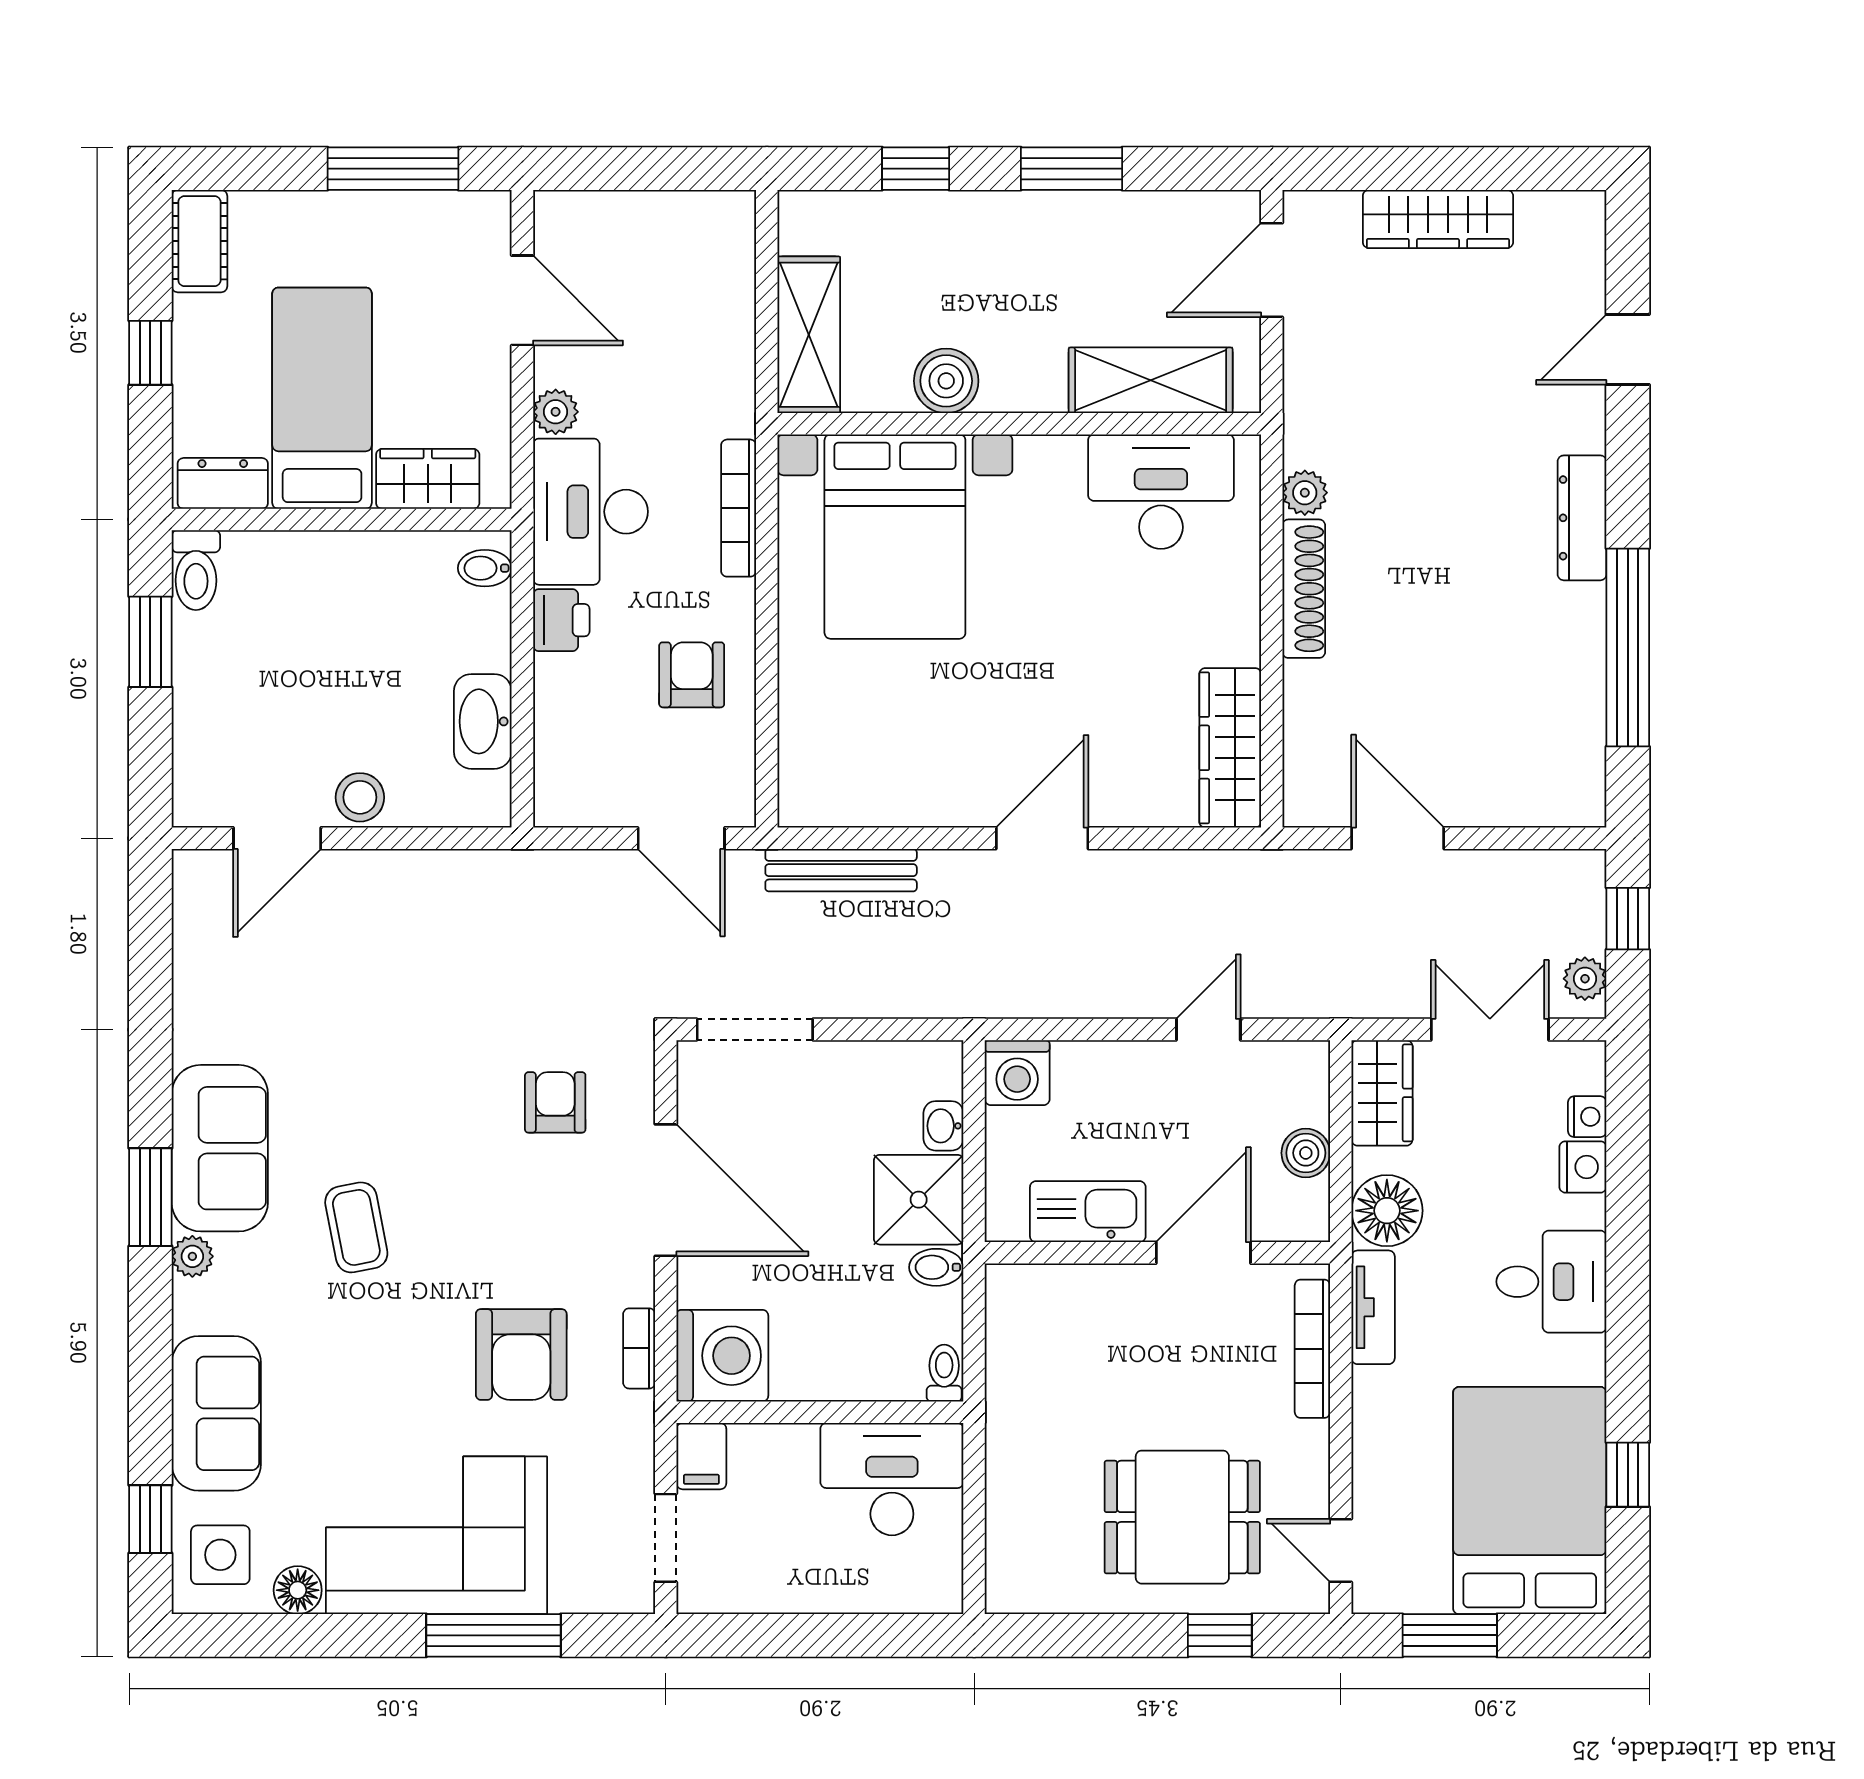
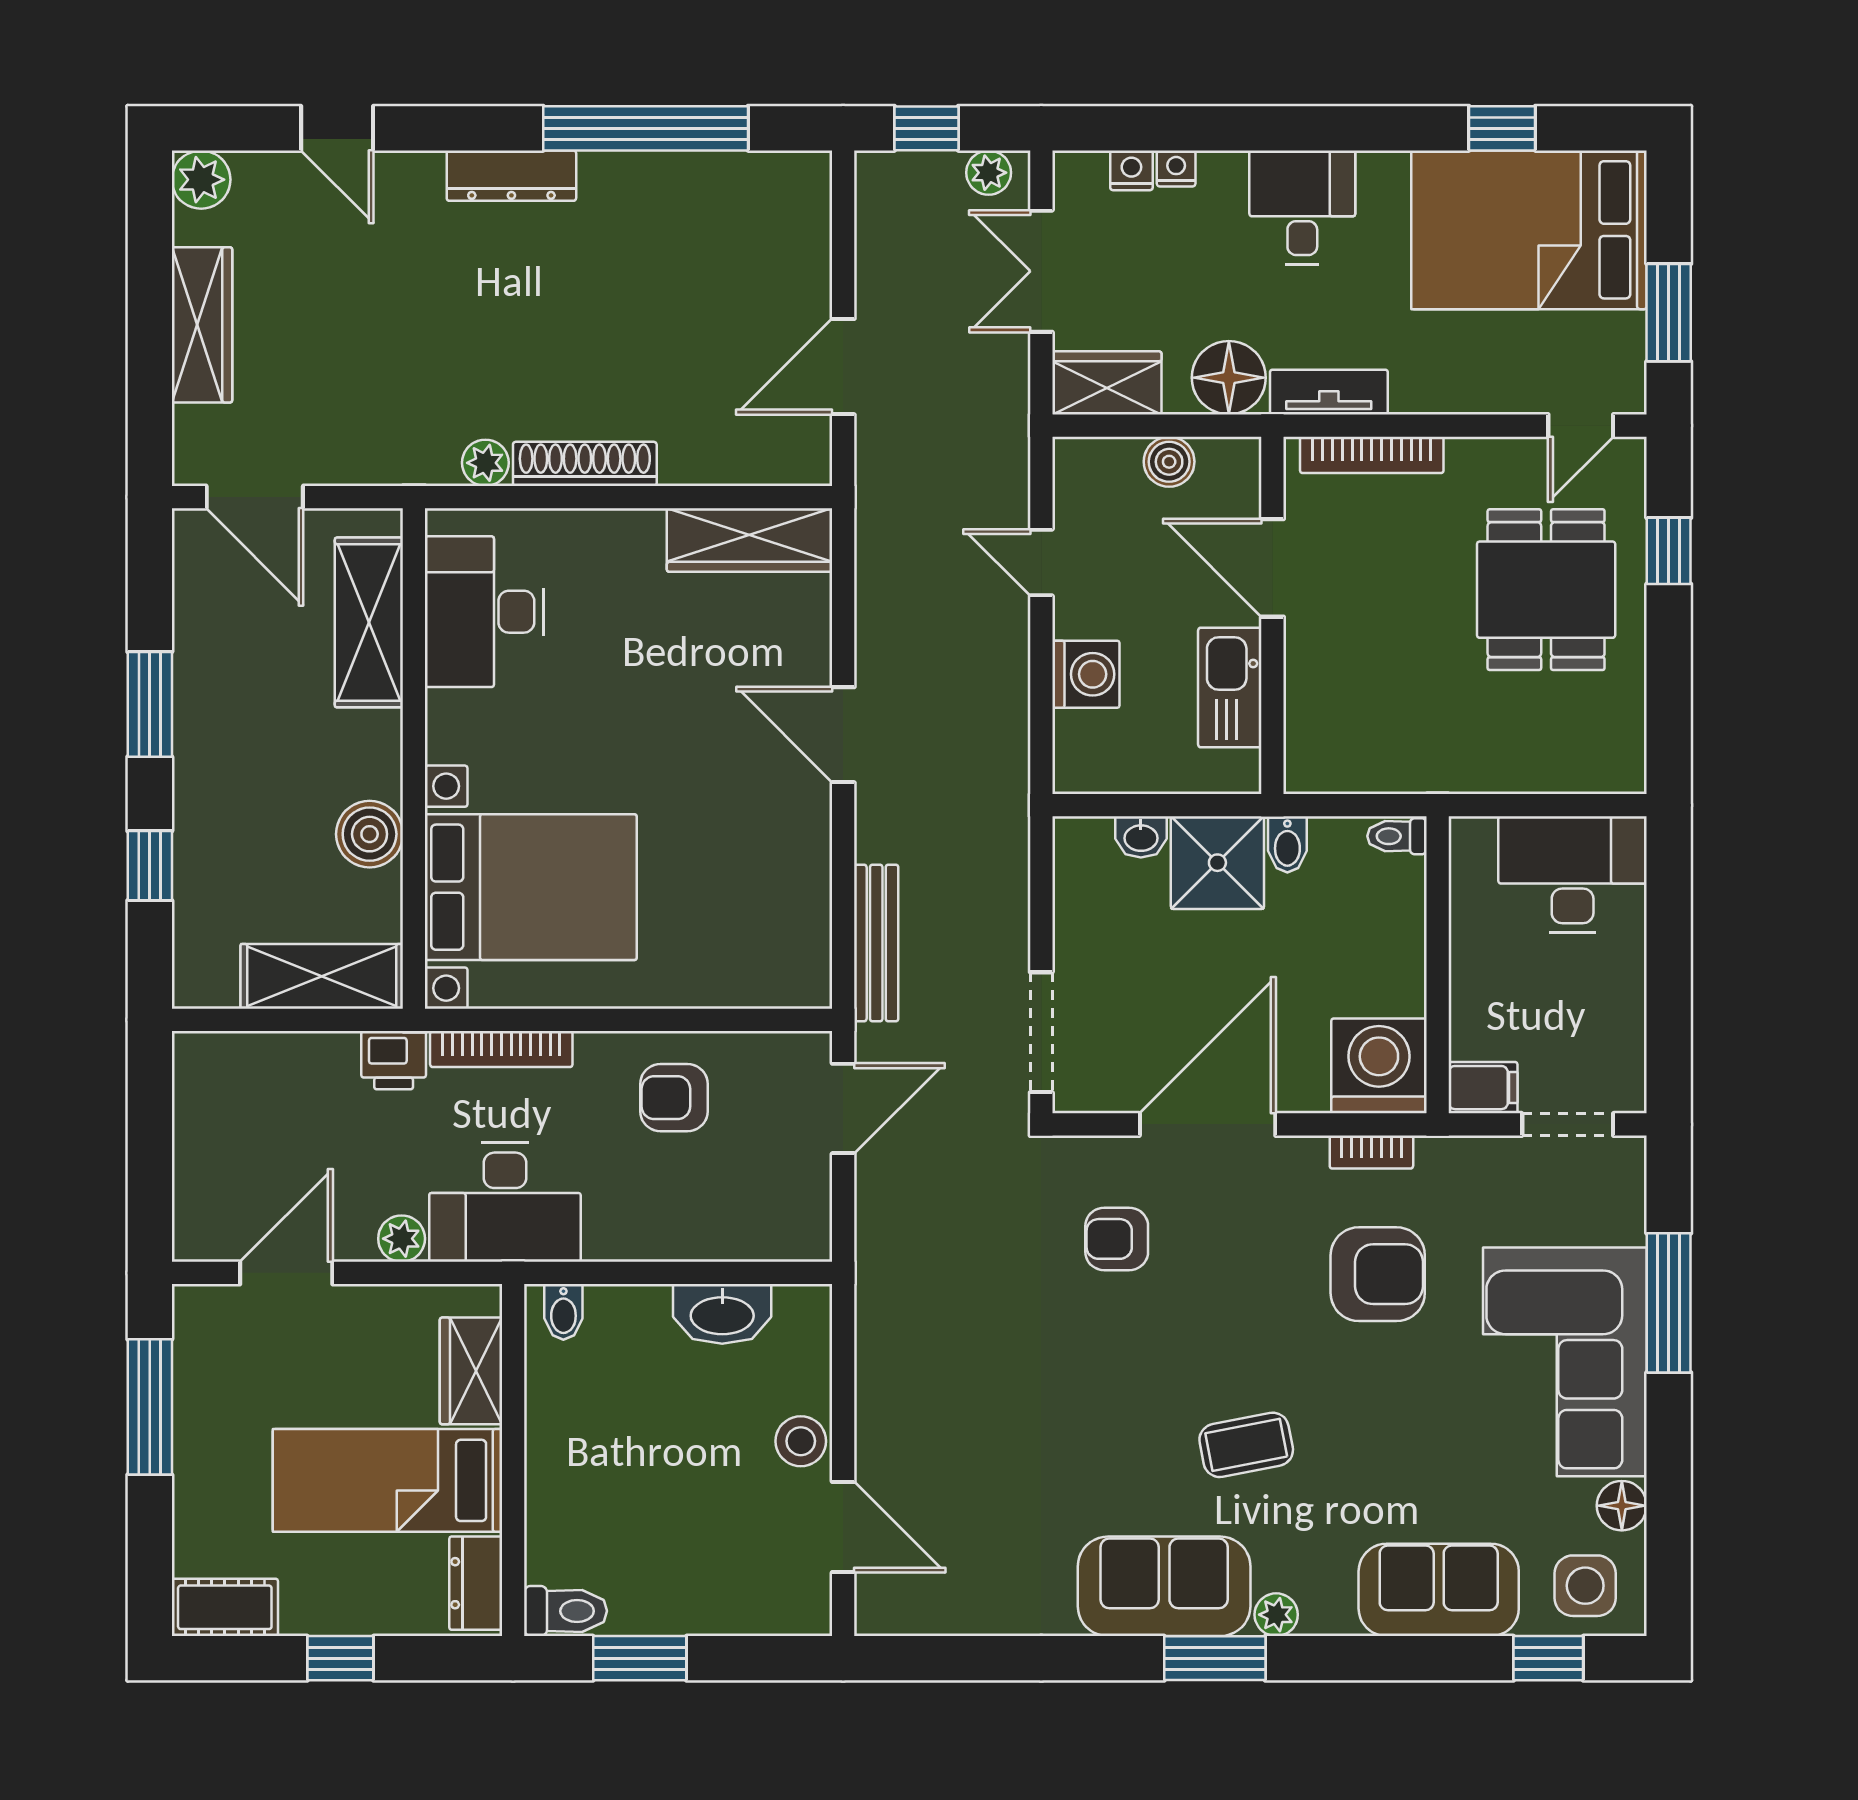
plant: (1578, 218) -> (201, 180), added
printer: (561, 620) -> (394, 1060), moved, turned 180
washing machine: (1017, 1073) -> (1086, 674), moved
nightstand: (1583, 1167) -> (1176, 168), width x0.72, depth x0.74
desk: (892, 1479) -> (1573, 874), moved, turned 90

